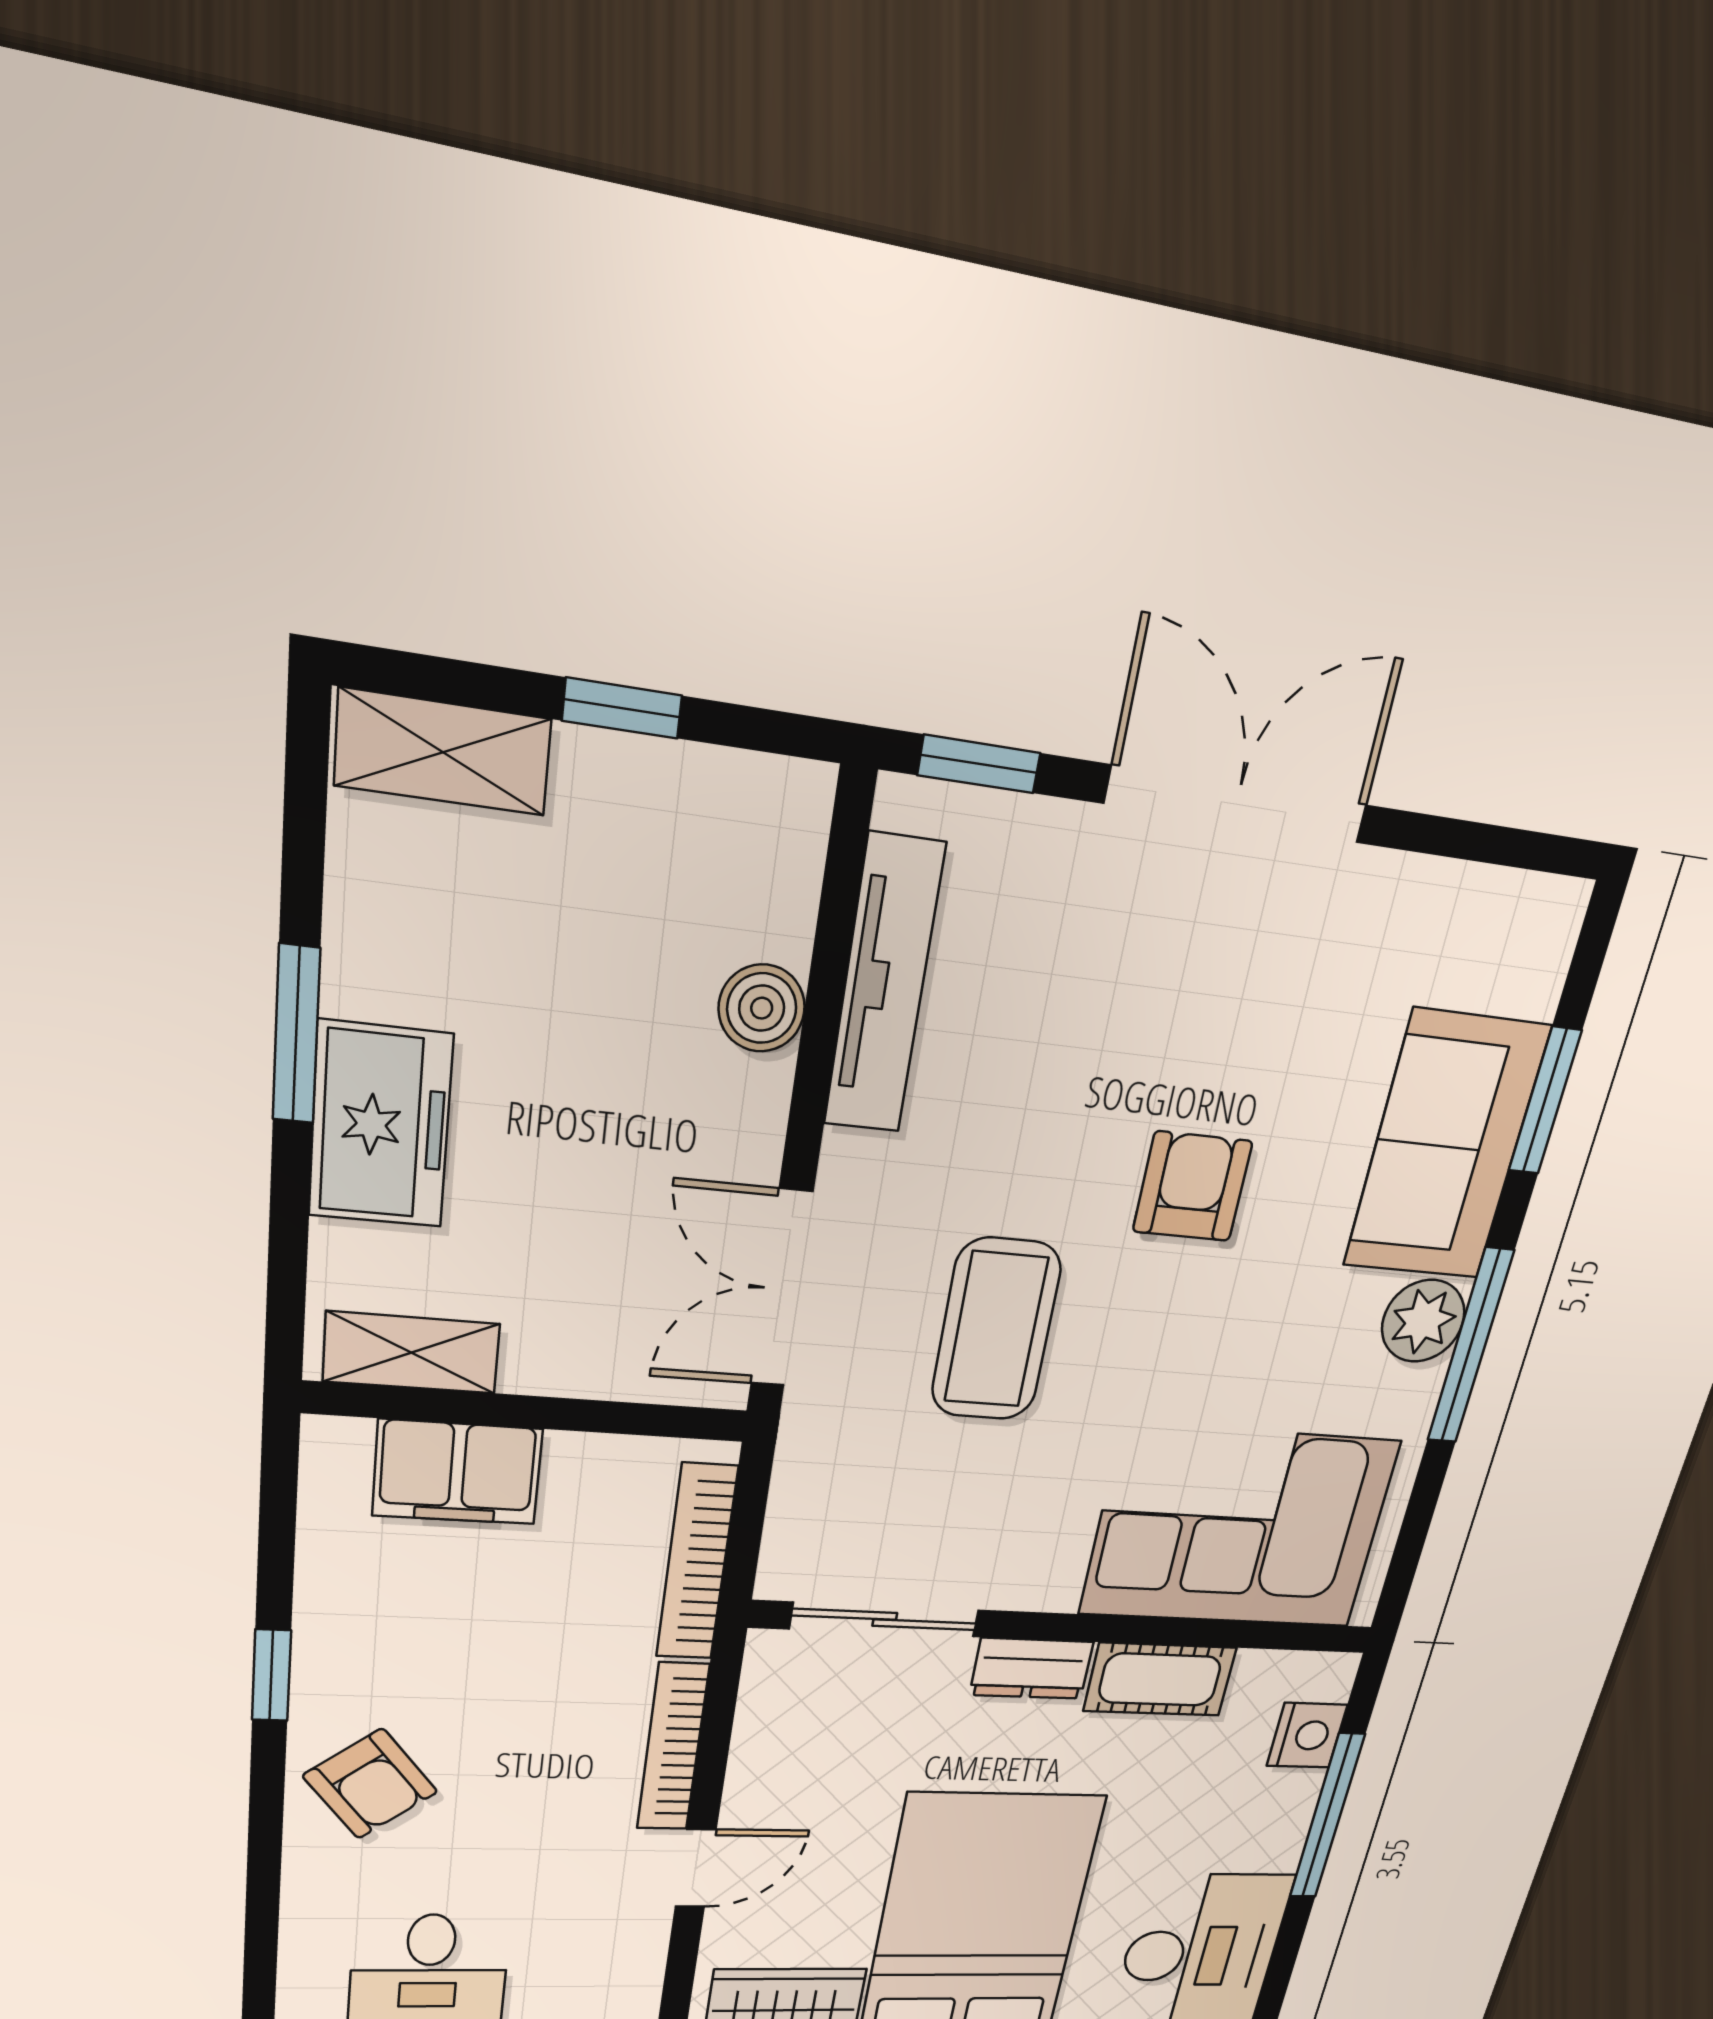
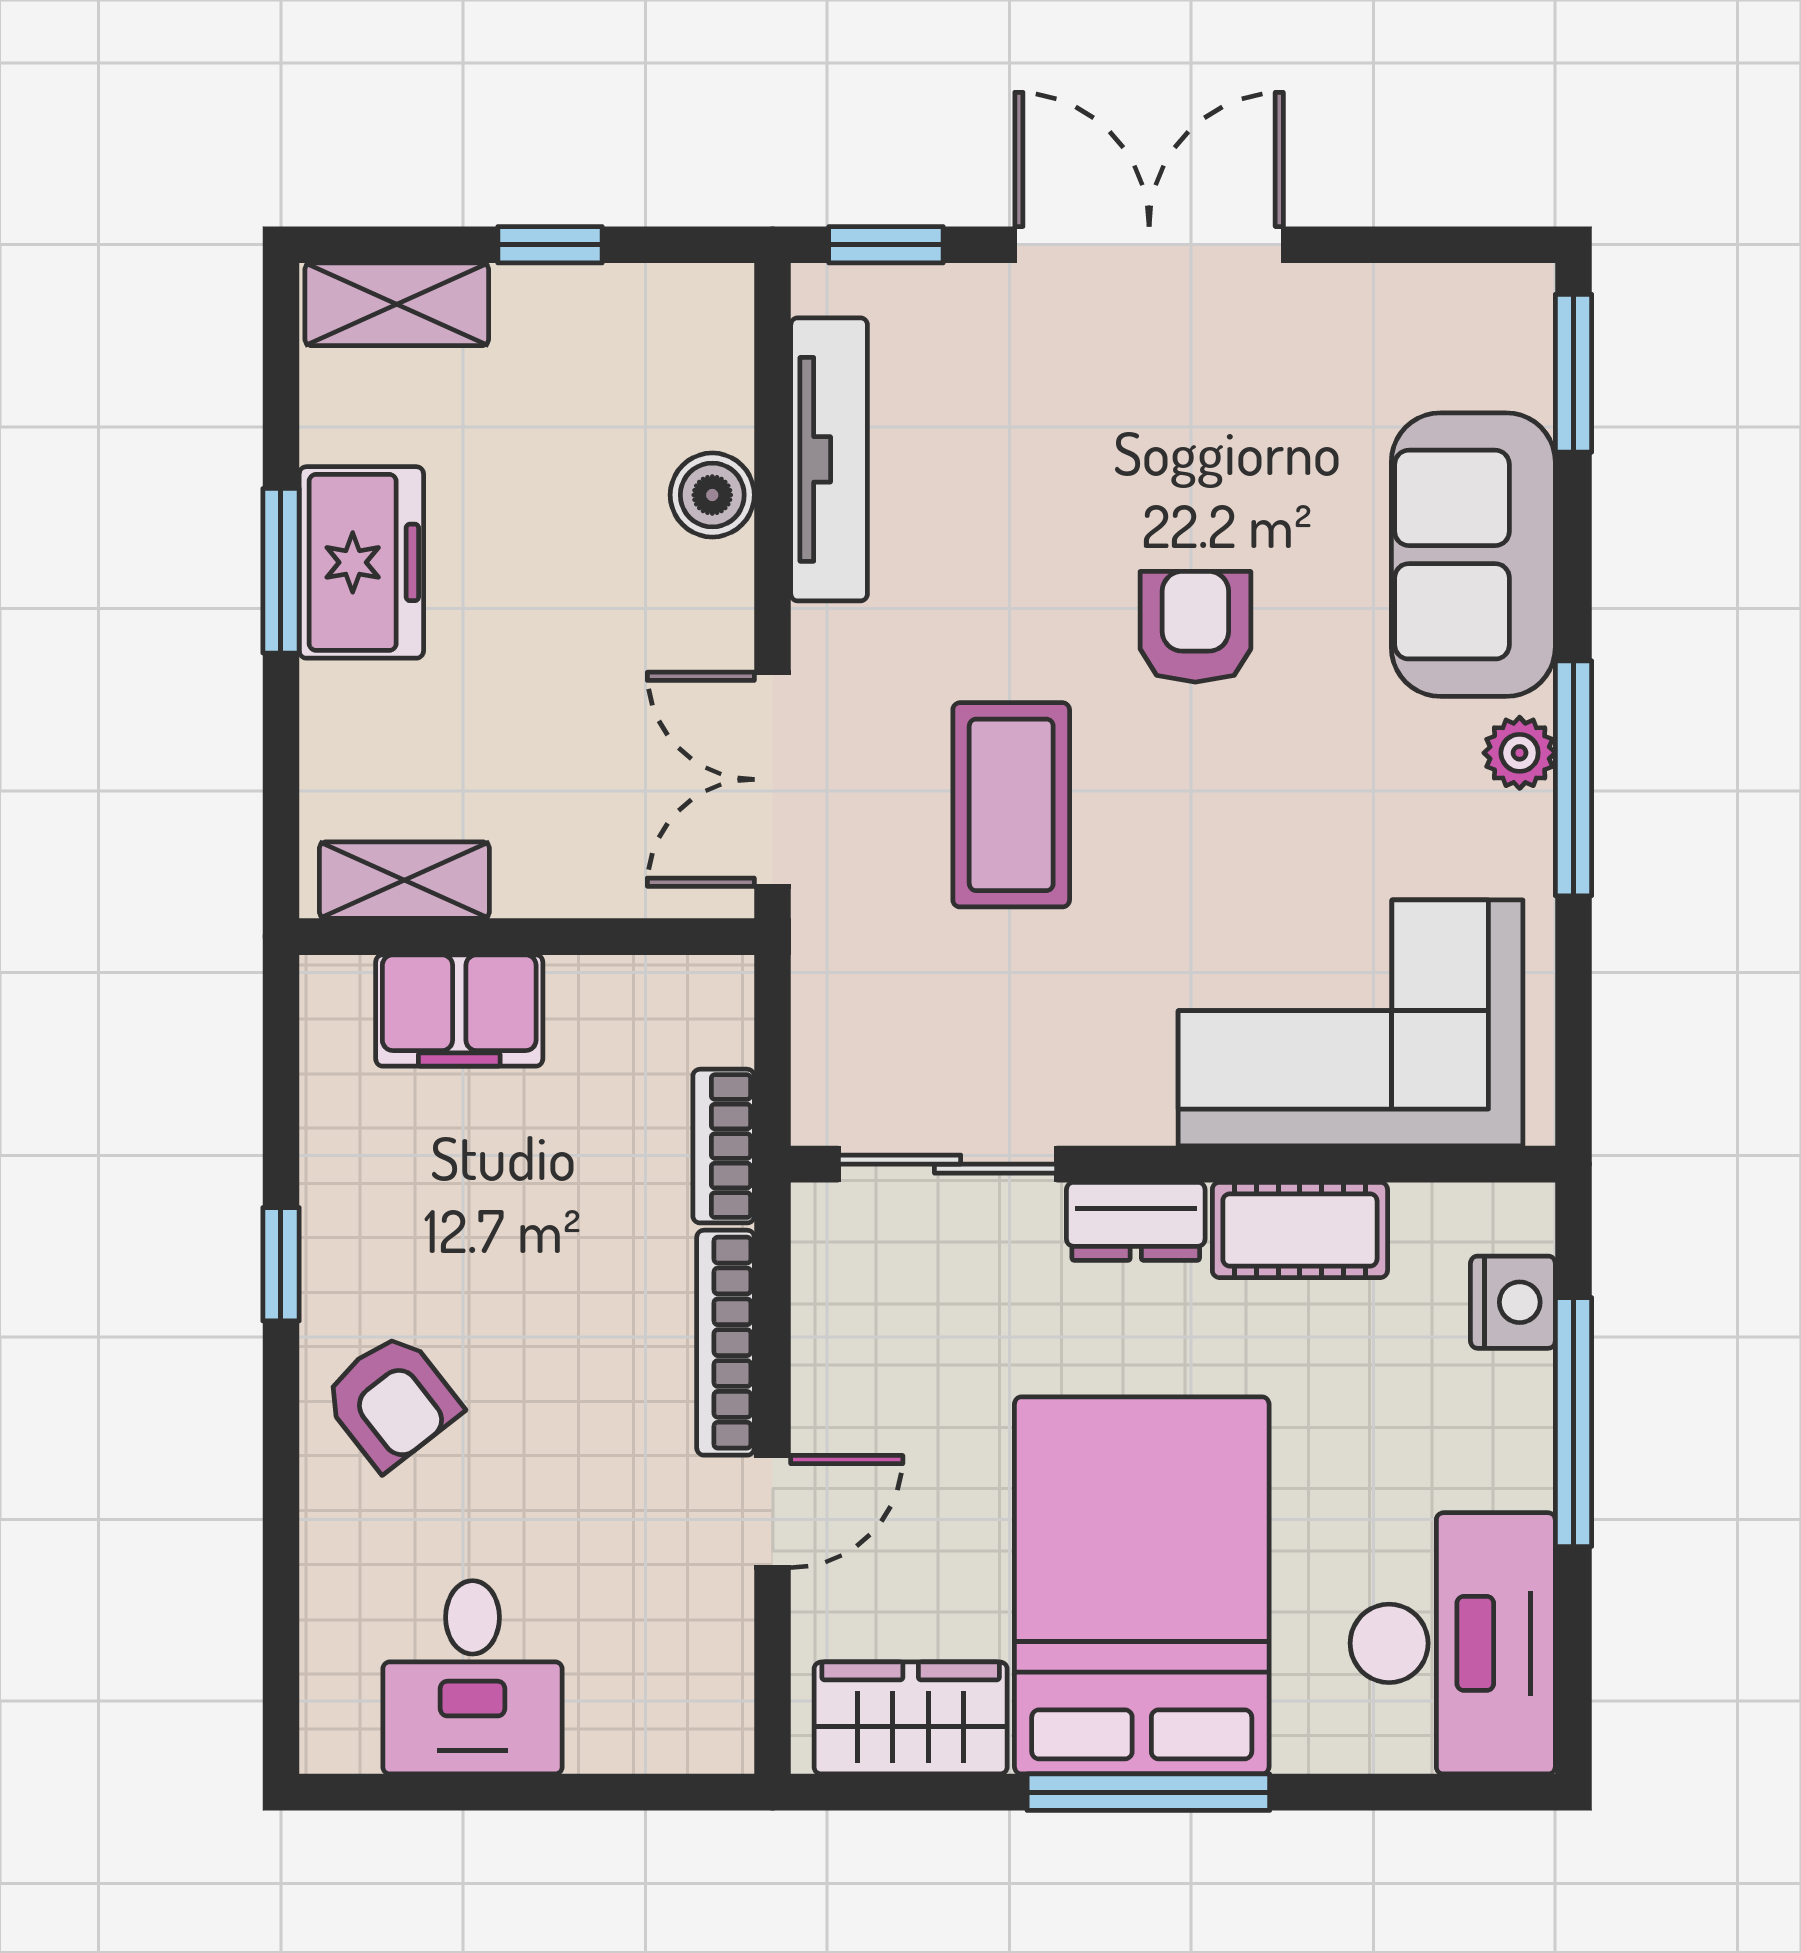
window: (1545, 1101) -> (1574, 373), moved
freezer: (380, 1125) -> (361, 562), moved
plant: (1423, 1321) -> (1520, 753), width x0.73, depth x0.73
bookcase: (697, 1562) -> (724, 1146), width x0.64

